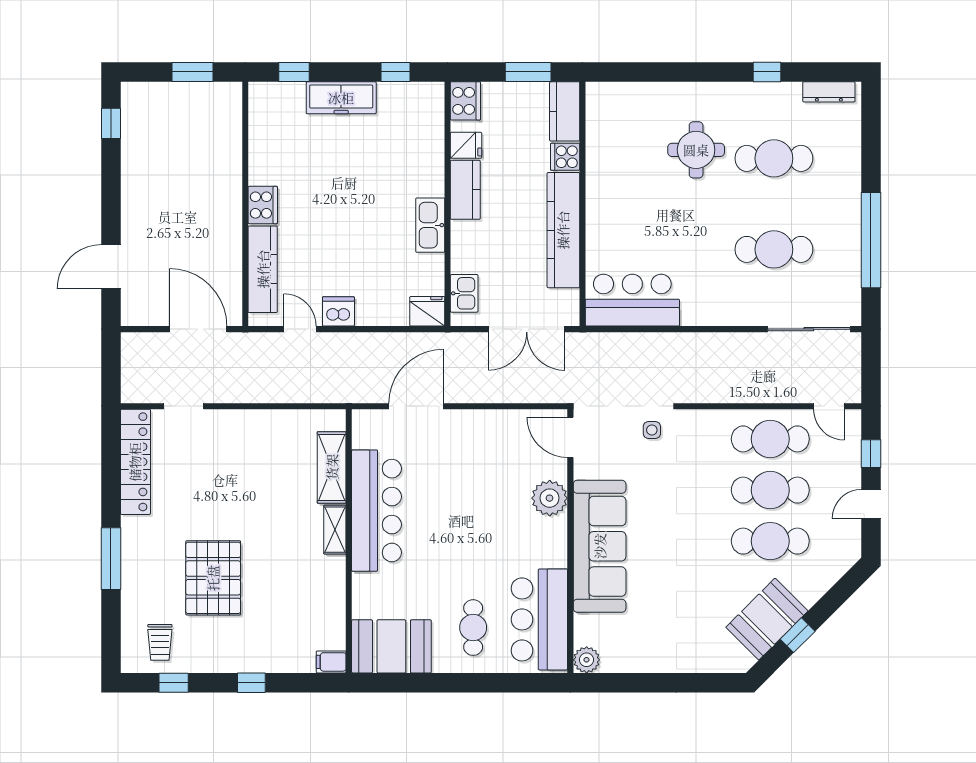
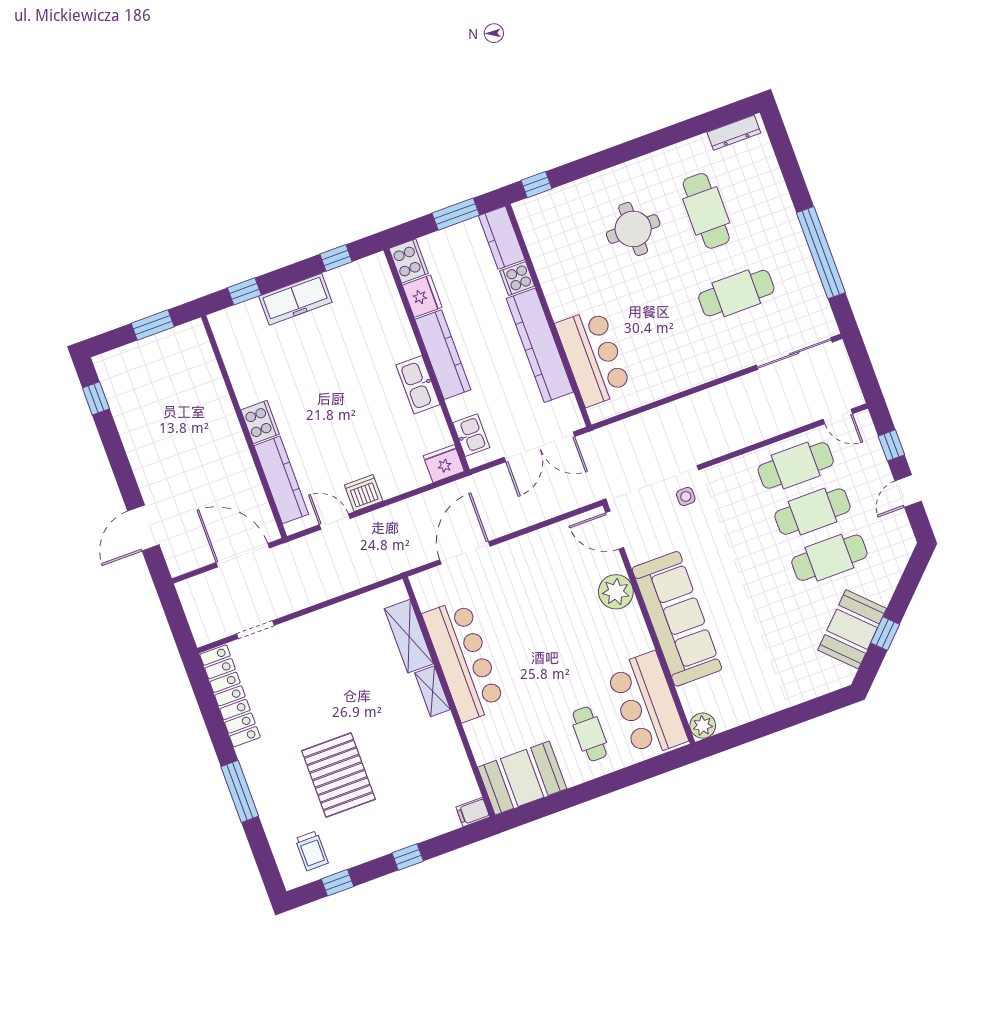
window: (767, 72) -> (536, 185), moved
fridge: (466, 145) -> (422, 296), width x1.38
cafe table: (774, 158) -> (706, 211), turned 90
kitchen counter: (465, 190) -> (443, 355), width x1.50
bar counter: (632, 300) -> (593, 357), moved, turned 90

